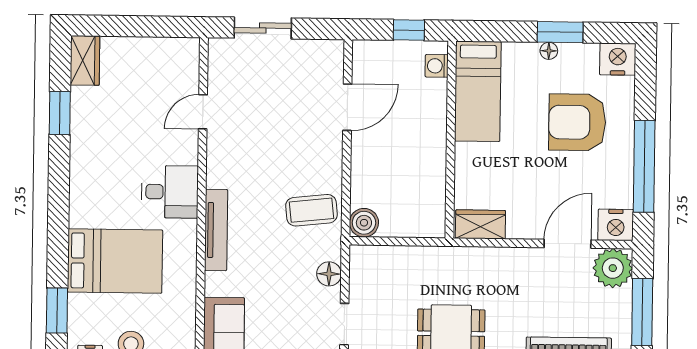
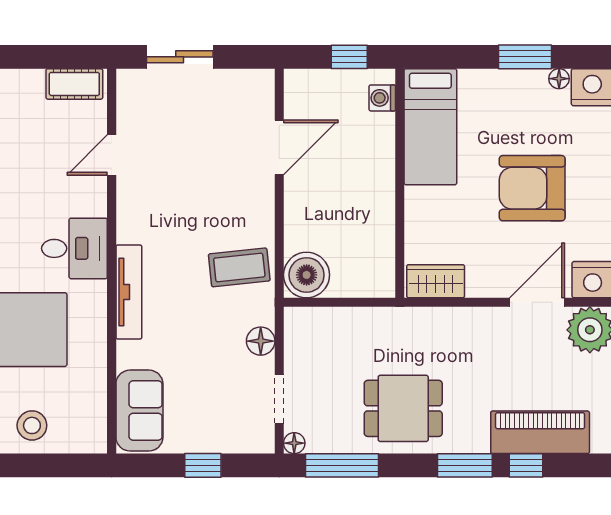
cot: (172, 50) -> (74, 84), added
floor lamp: (549, 51) -> (559, 79), moved
armchair: (577, 122) -> (532, 188), moved
boiler: (364, 223) -> (307, 275), width x1.37, depth x1.37

